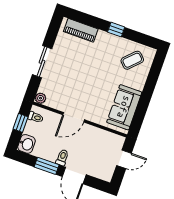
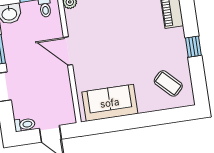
toilet: (62, 158) -> (25, 125), moved

